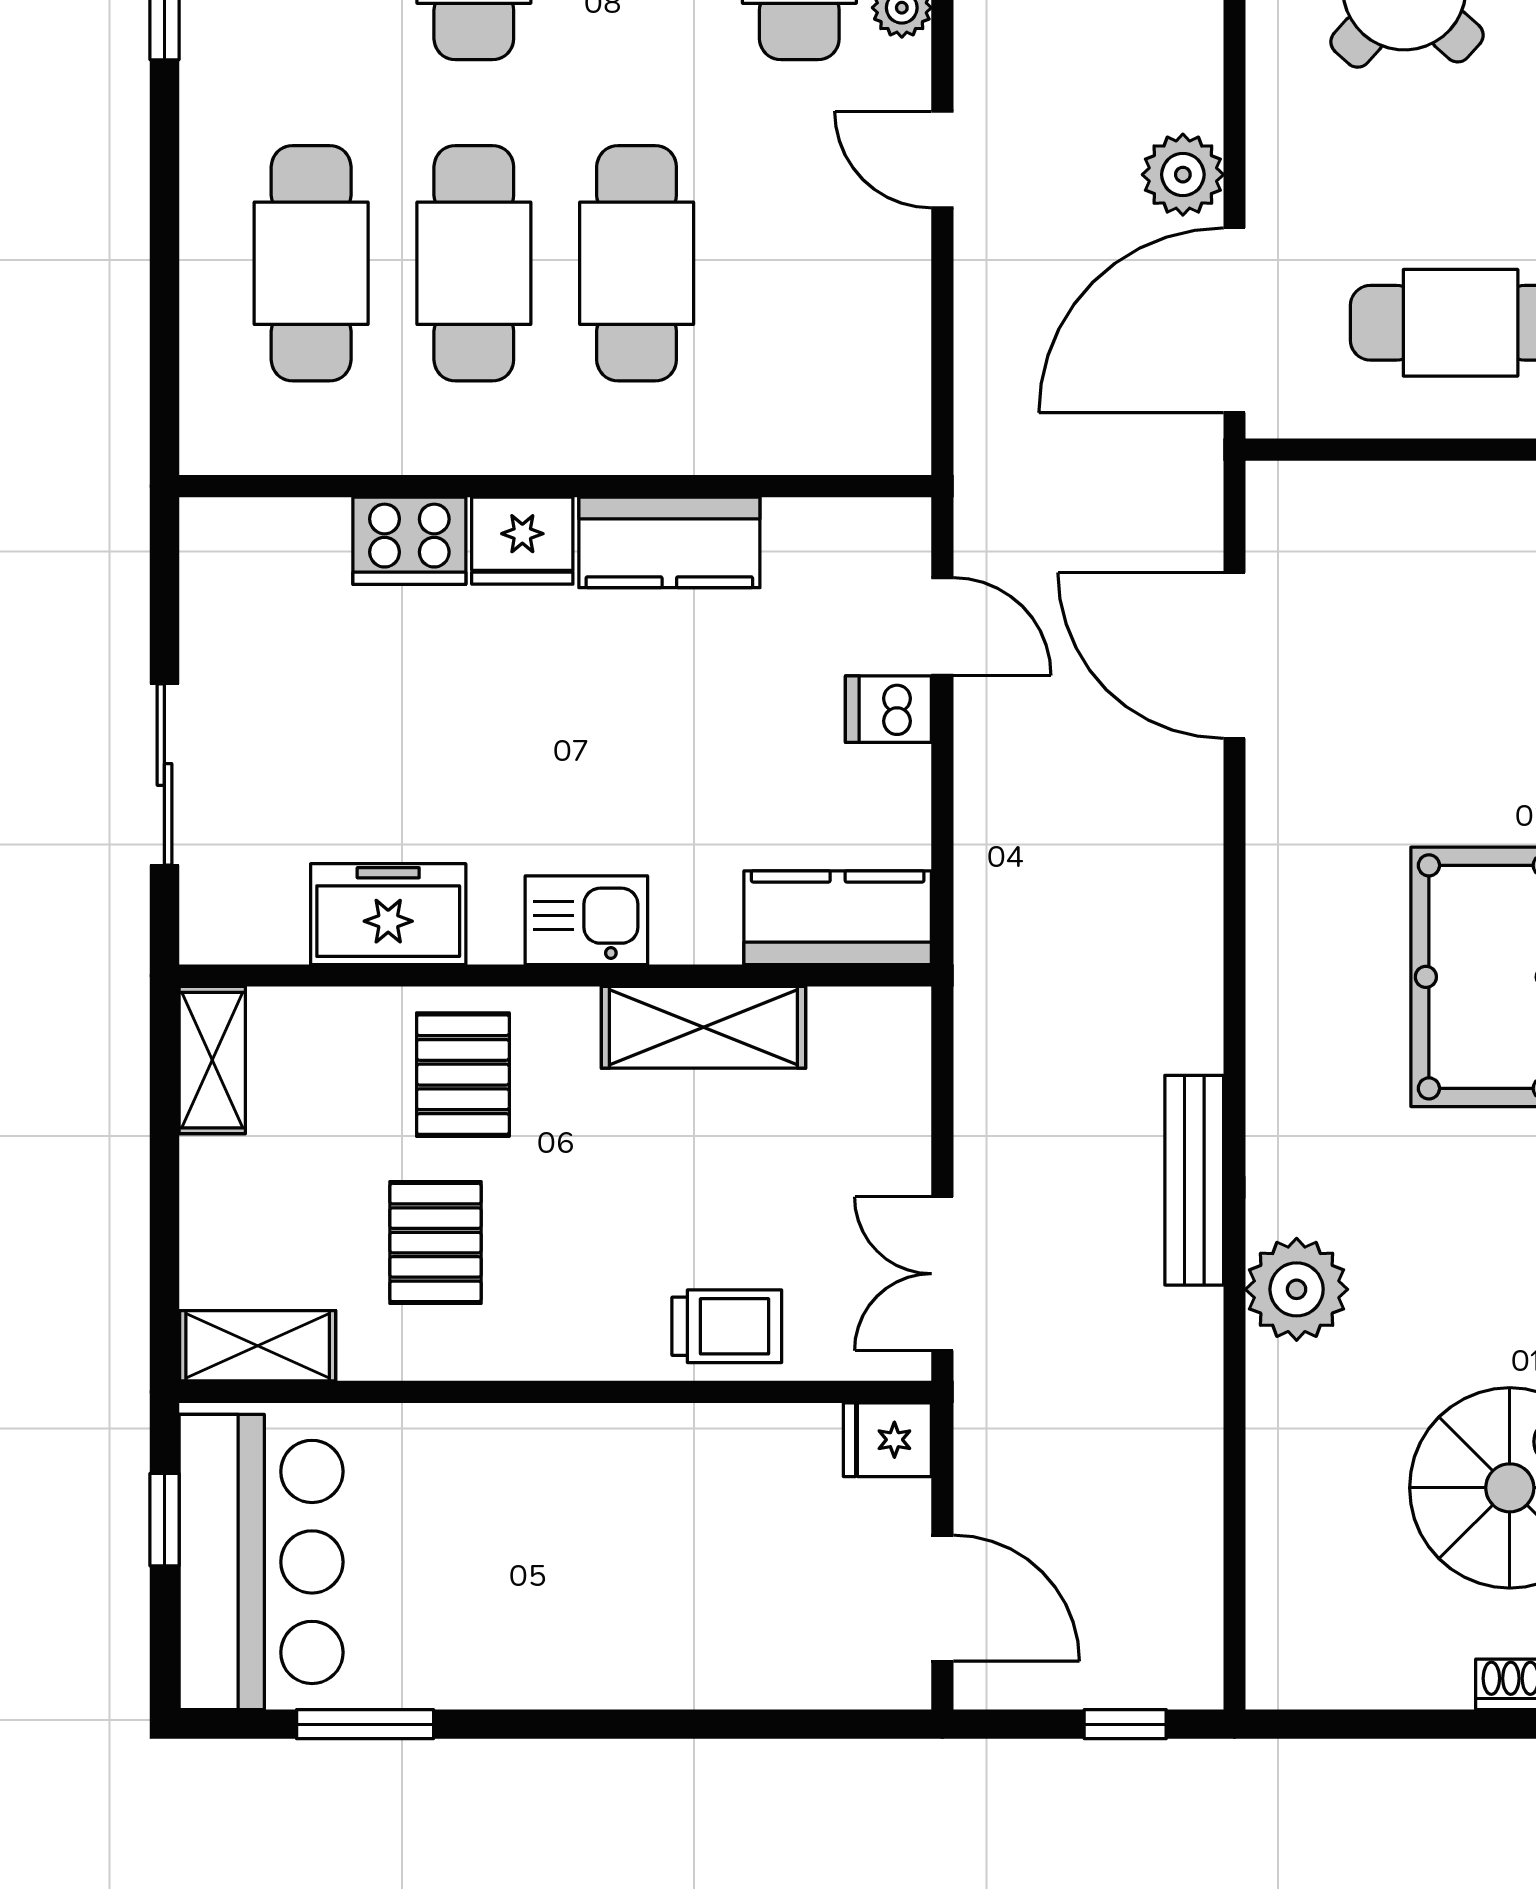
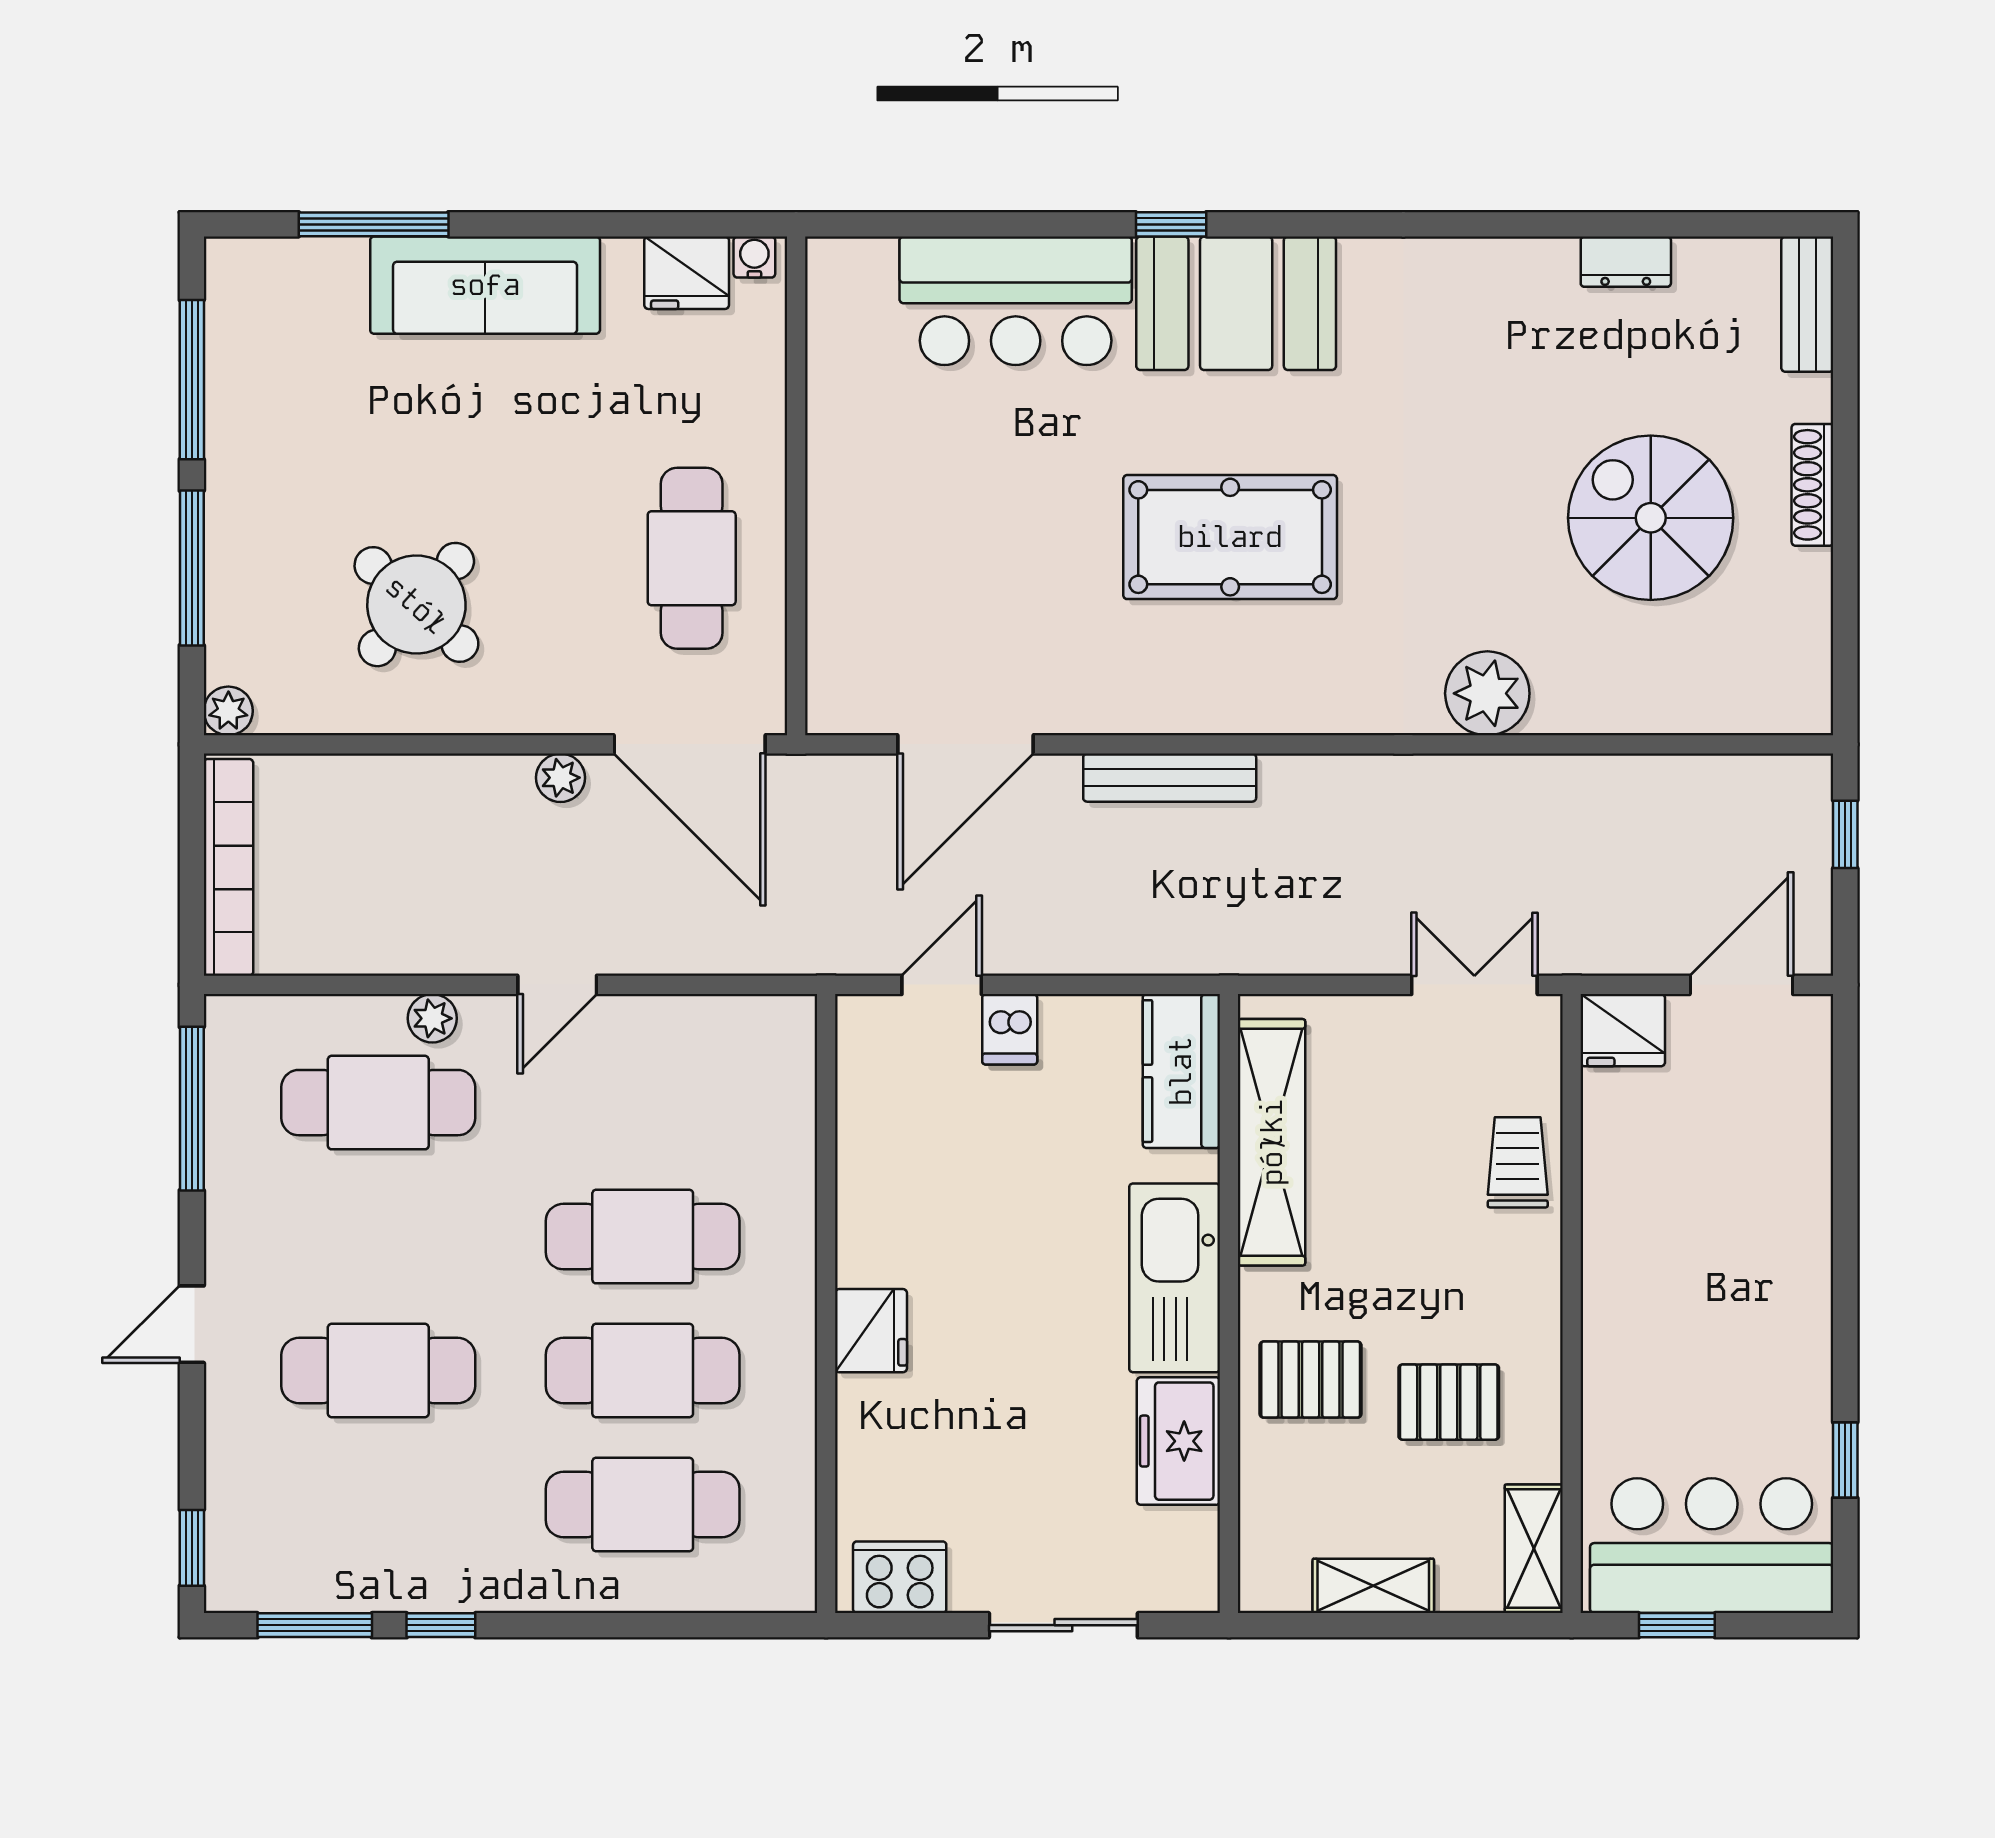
plant: (1183, 175) -> (561, 778), width x0.73, depth x0.73
cooker: (409, 541) -> (900, 1577), moved, turned -90
kitchen counter: (669, 542) -> (872, 1210), removed
kitchen sink: (586, 920) -> (1175, 1278), width x1.87, depth x1.24
shelving: (703, 1027) -> (1272, 1142), width x1.47
shelving: (212, 1060) -> (1373, 1586), moved
bench: (1194, 1180) -> (1170, 778), moved
double door: (942, 1274) -> (1474, 985), swing flipped
fridge: (887, 1440) -> (1623, 1030), width x1.38
window: (365, 1724) -> (1845, 1460), width x0.67

